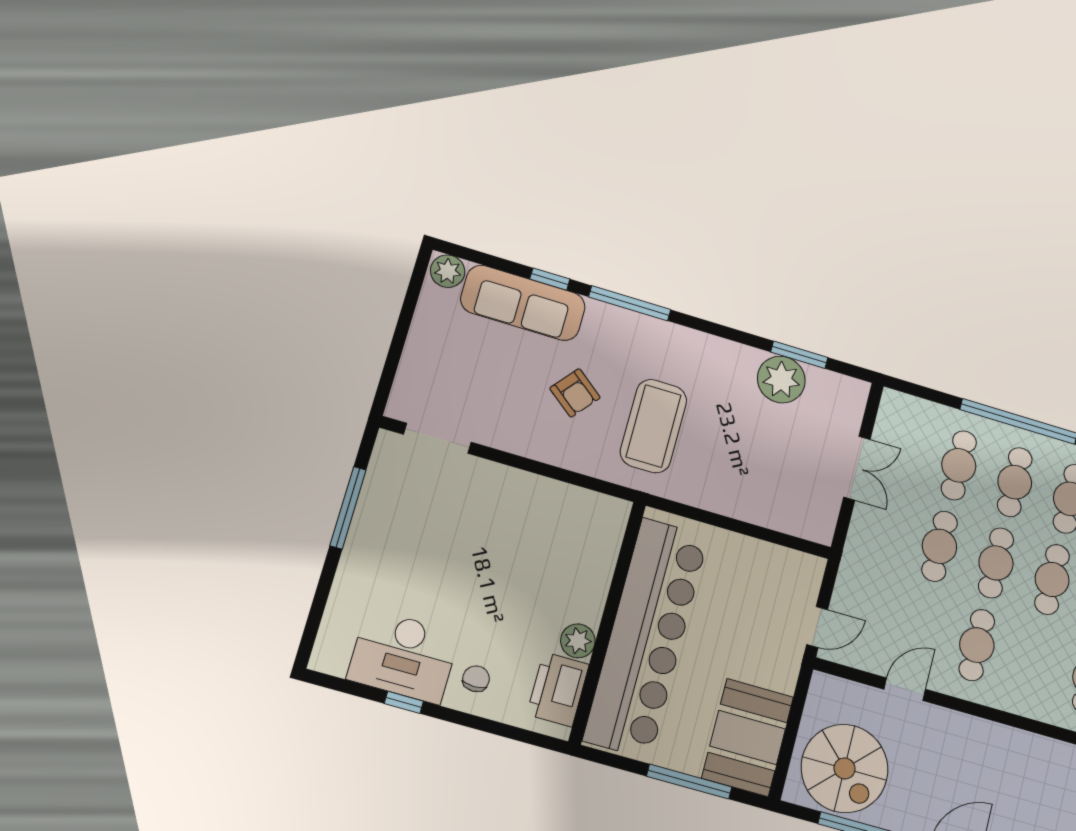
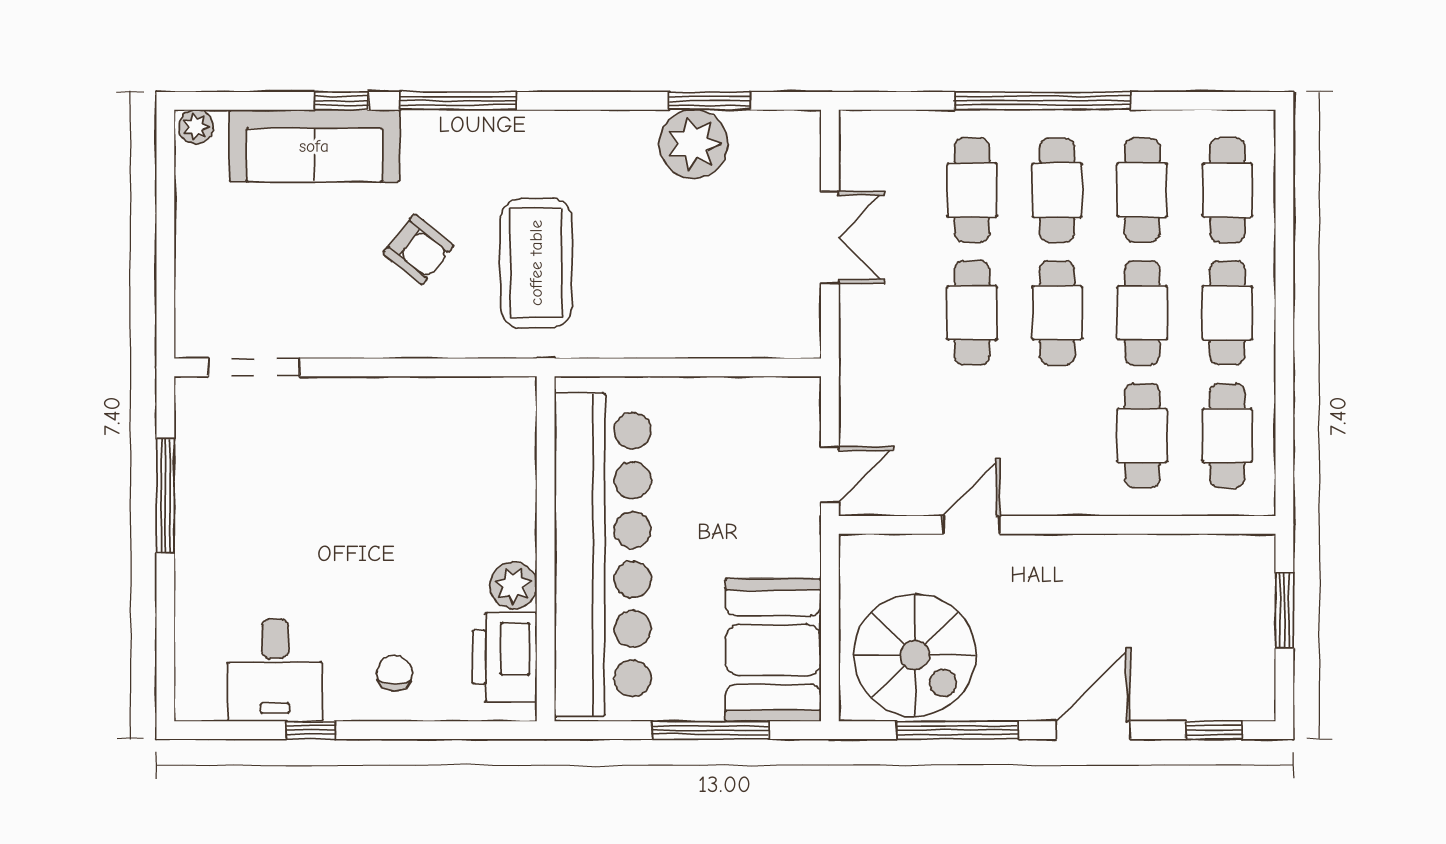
plant: (448, 271) -> (196, 127), width x0.73, depth x0.73
cafe table: (977, 645) -> (1142, 436), moved
desk: (403, 656) -> (275, 670), width x0.73

